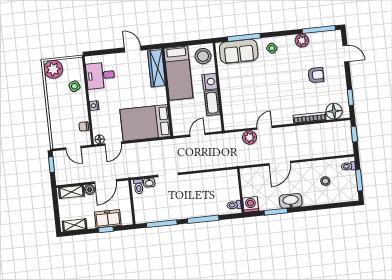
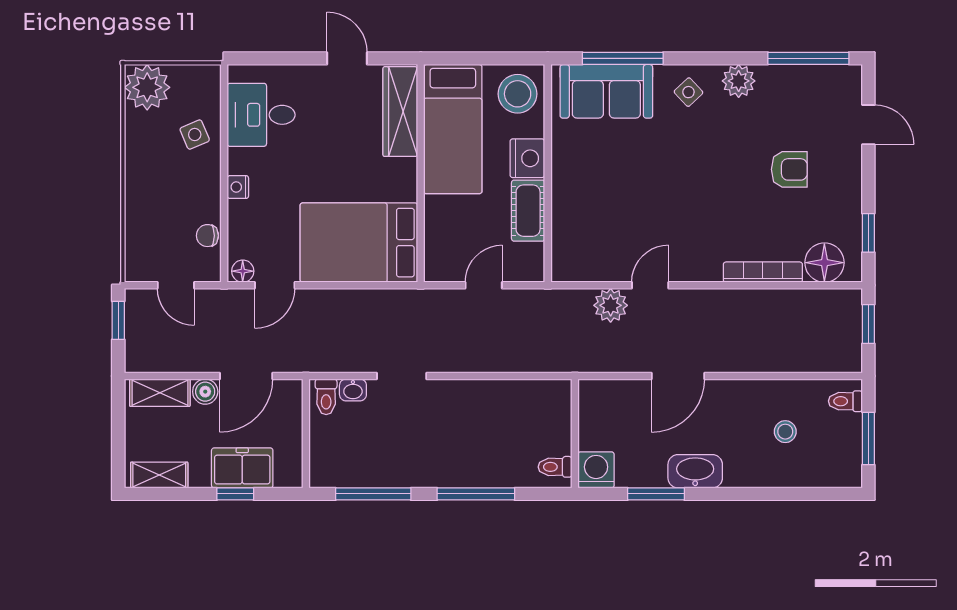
plant: (302, 40) -> (739, 81), moved

